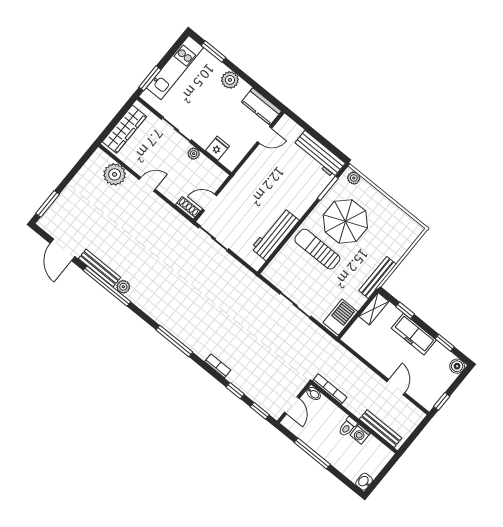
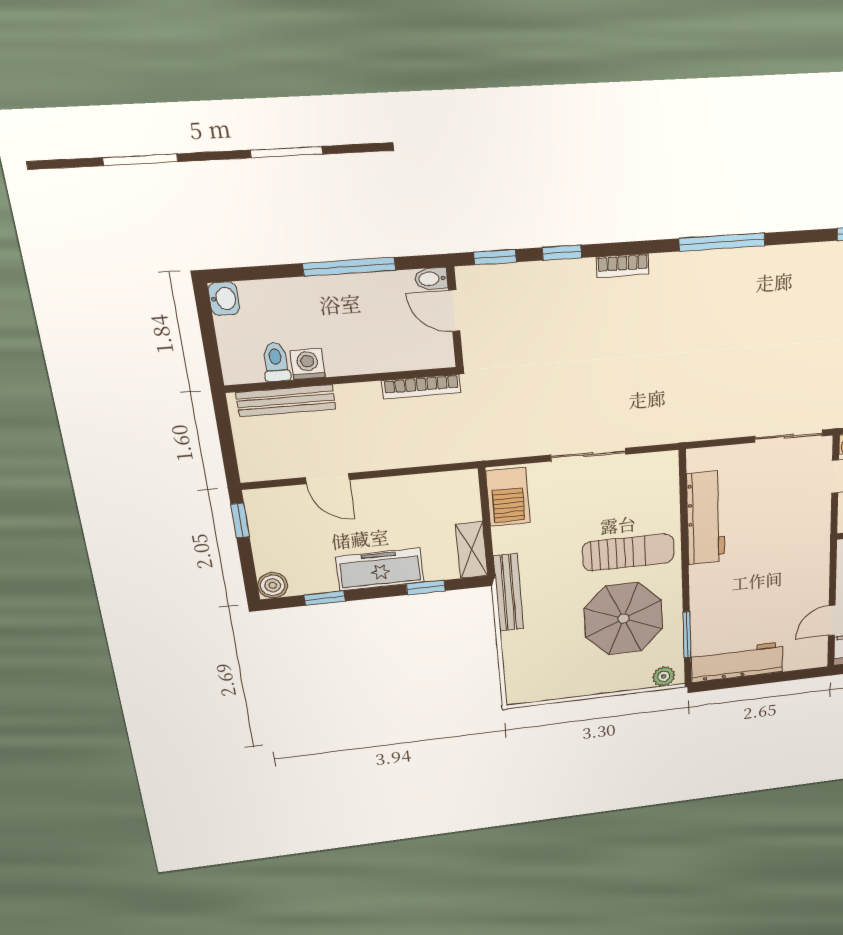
bidet: (314, 393) -> (431, 279), moved
toilet: (348, 427) -> (276, 362), moved

